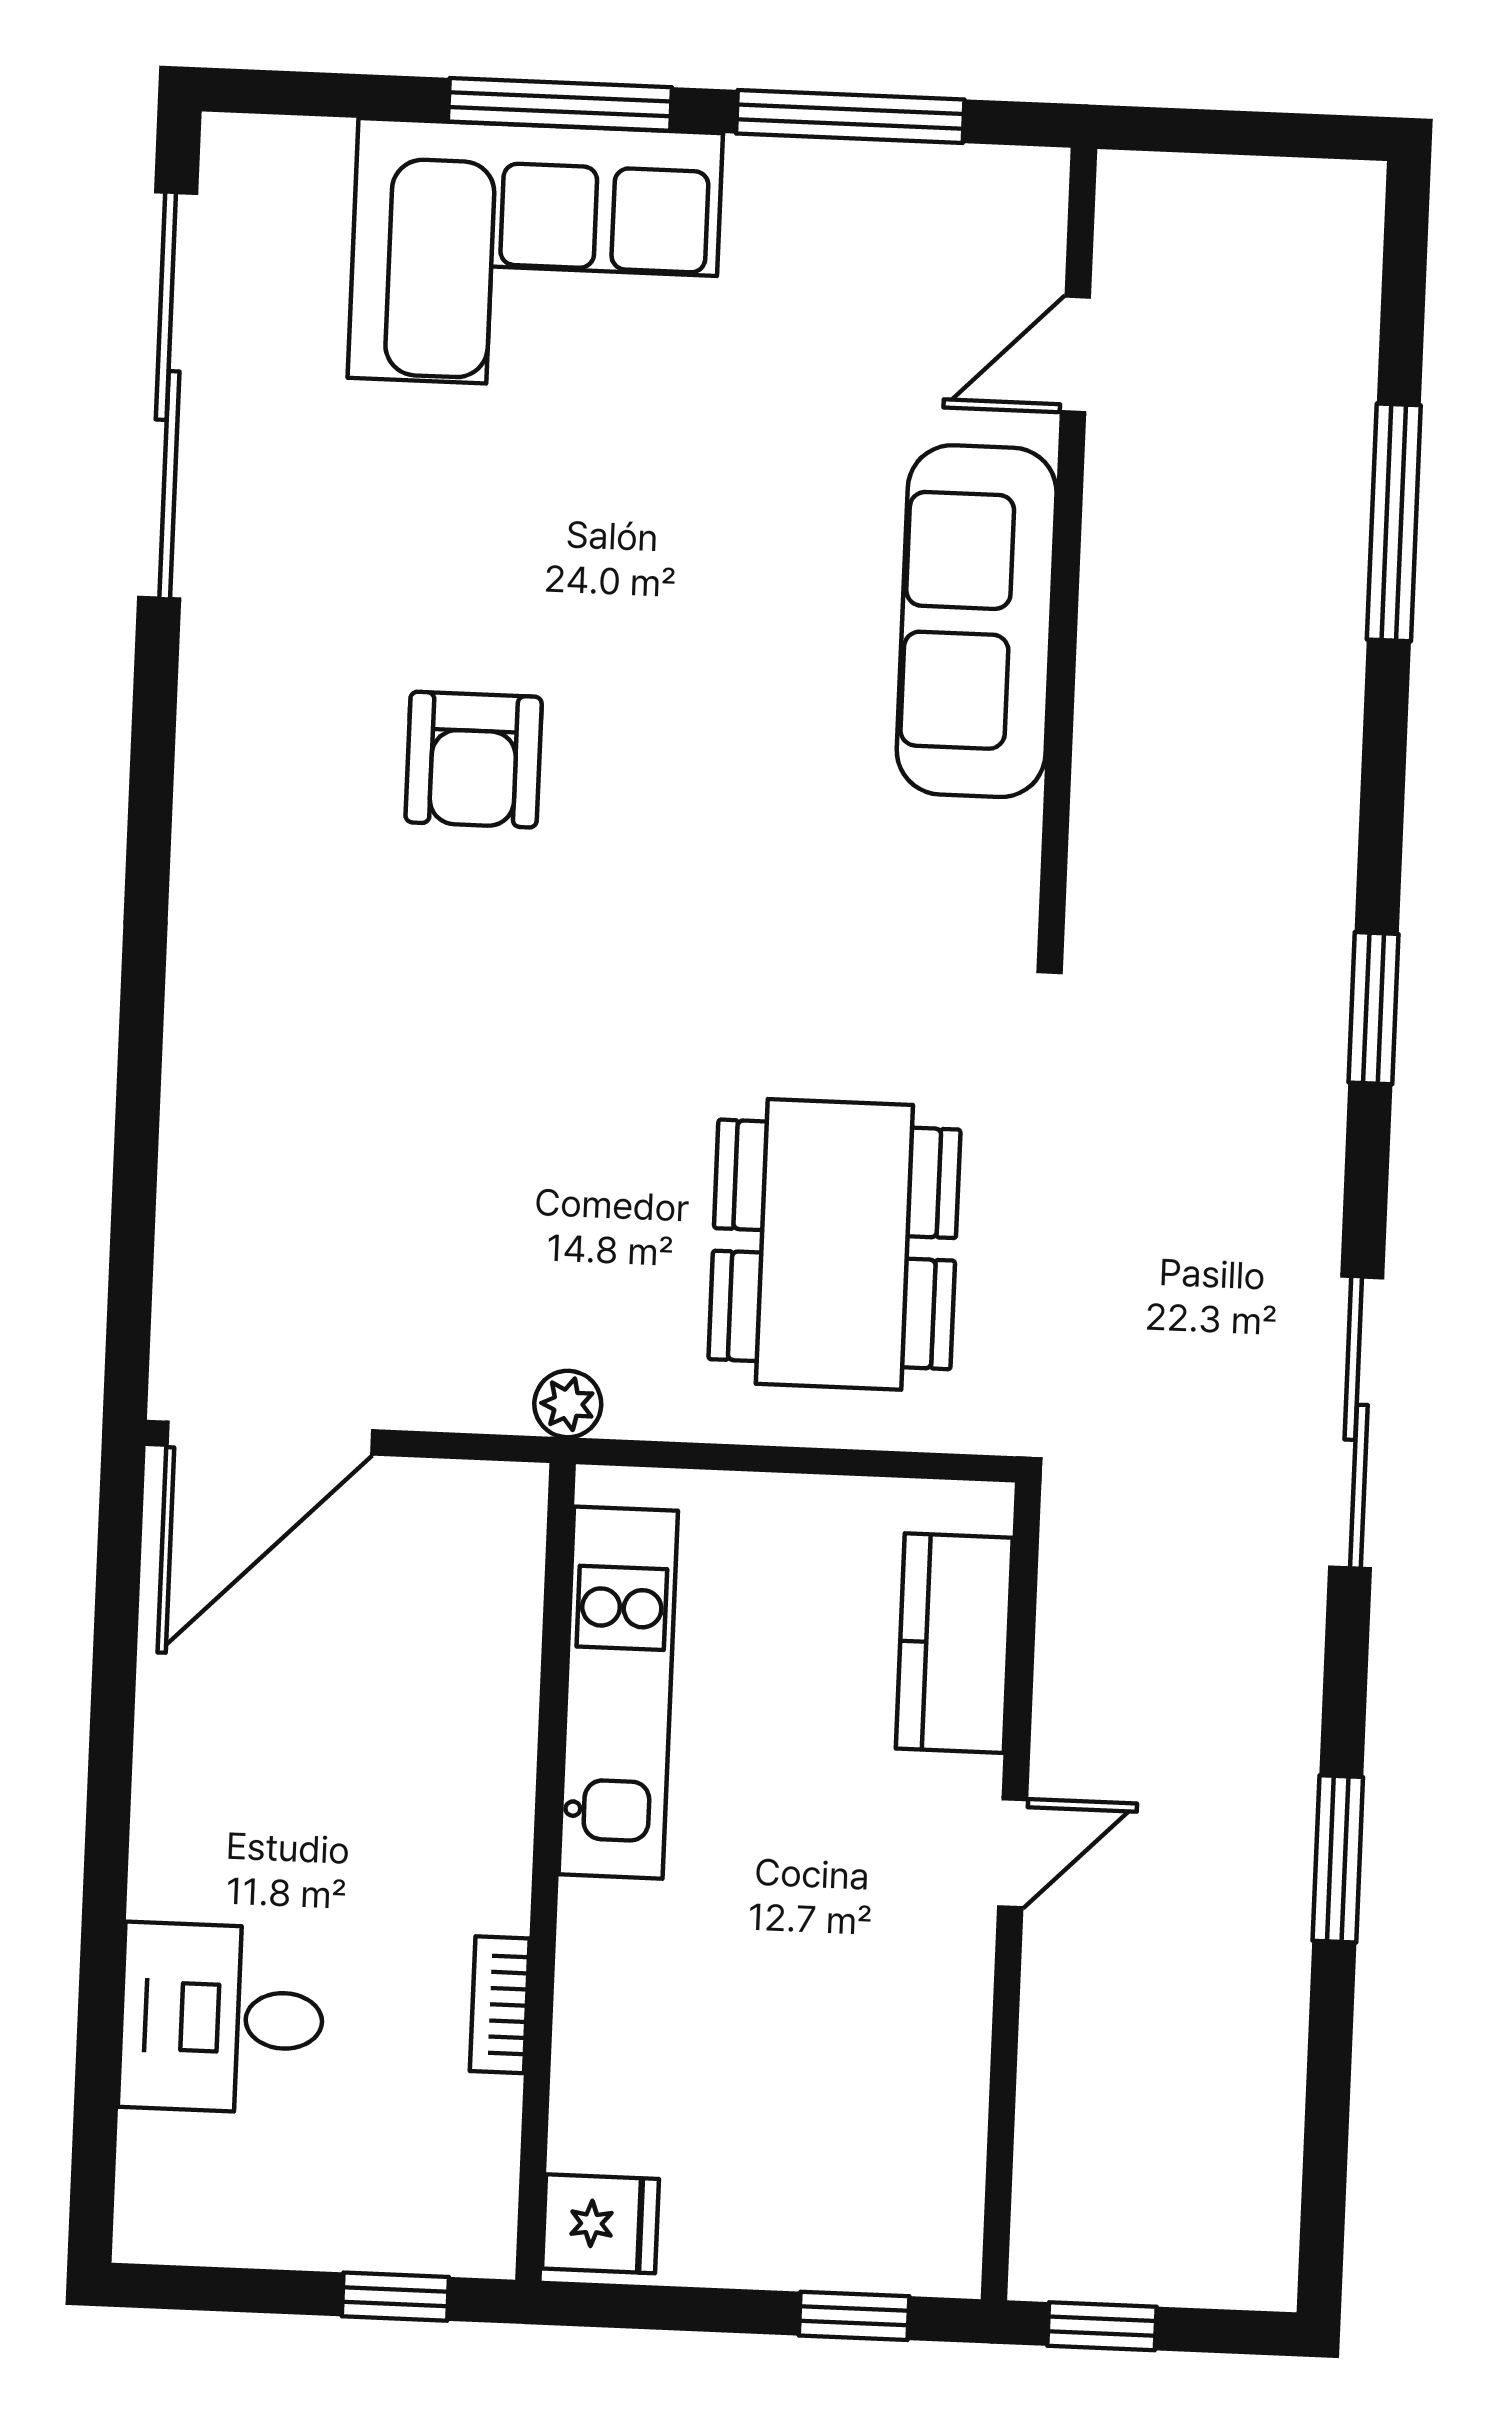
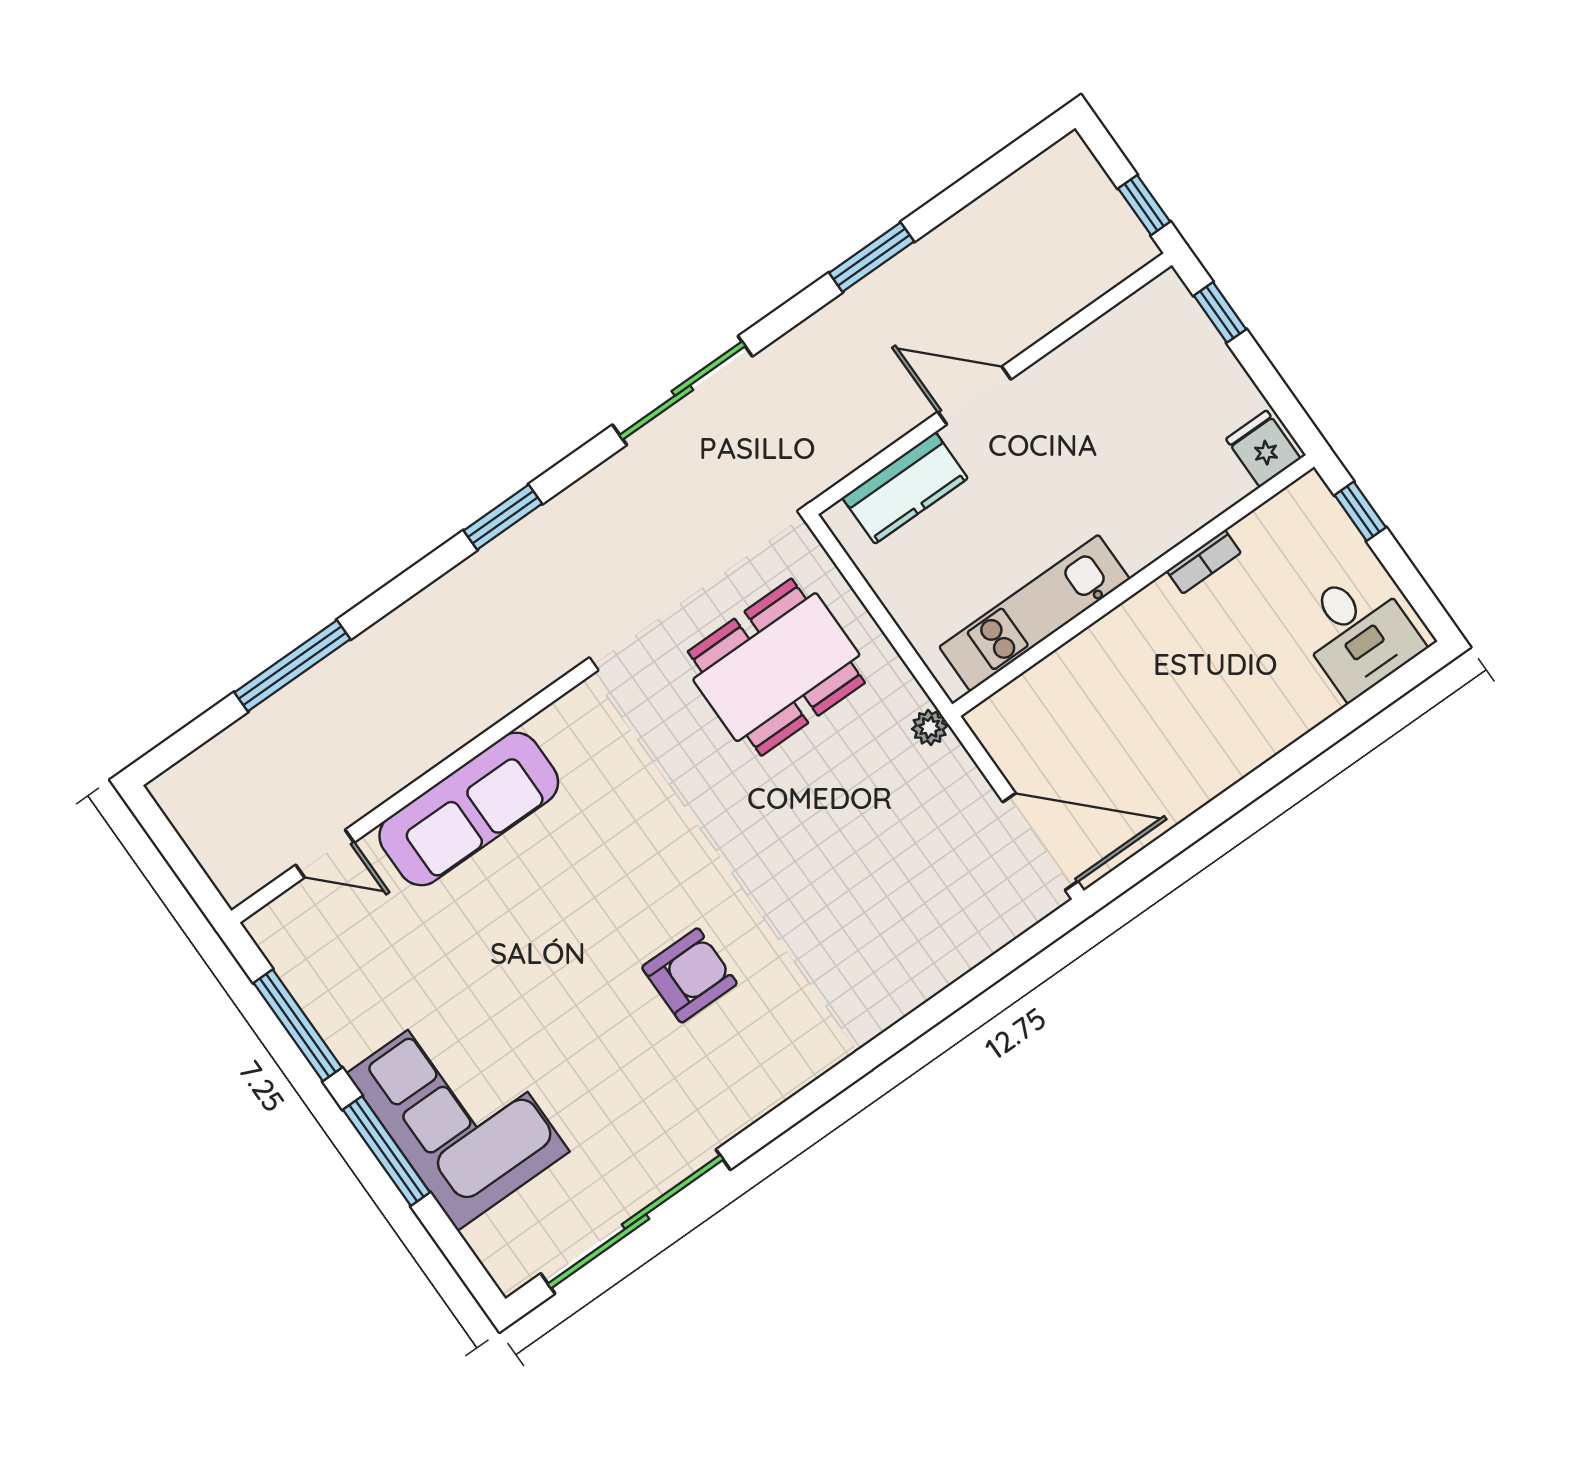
door: (1013, 1853) -> (974, 396), width x1.38
desk: (222, 2018) -> (1358, 633), moved

